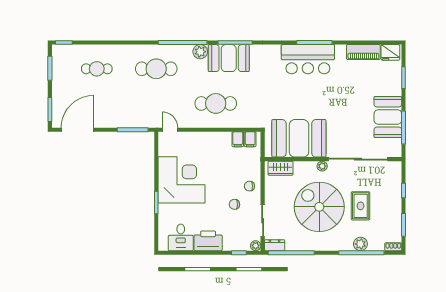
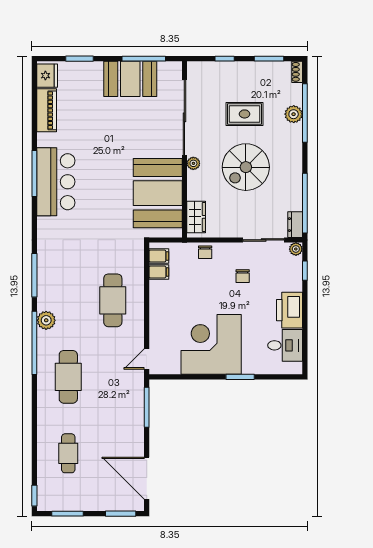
booth: (229, 58) -> (54, 284), removed
chair: (249, 186) -> (205, 252), moved
spiral stairs: (319, 207) -> (246, 167), width x0.73, depth x0.73

